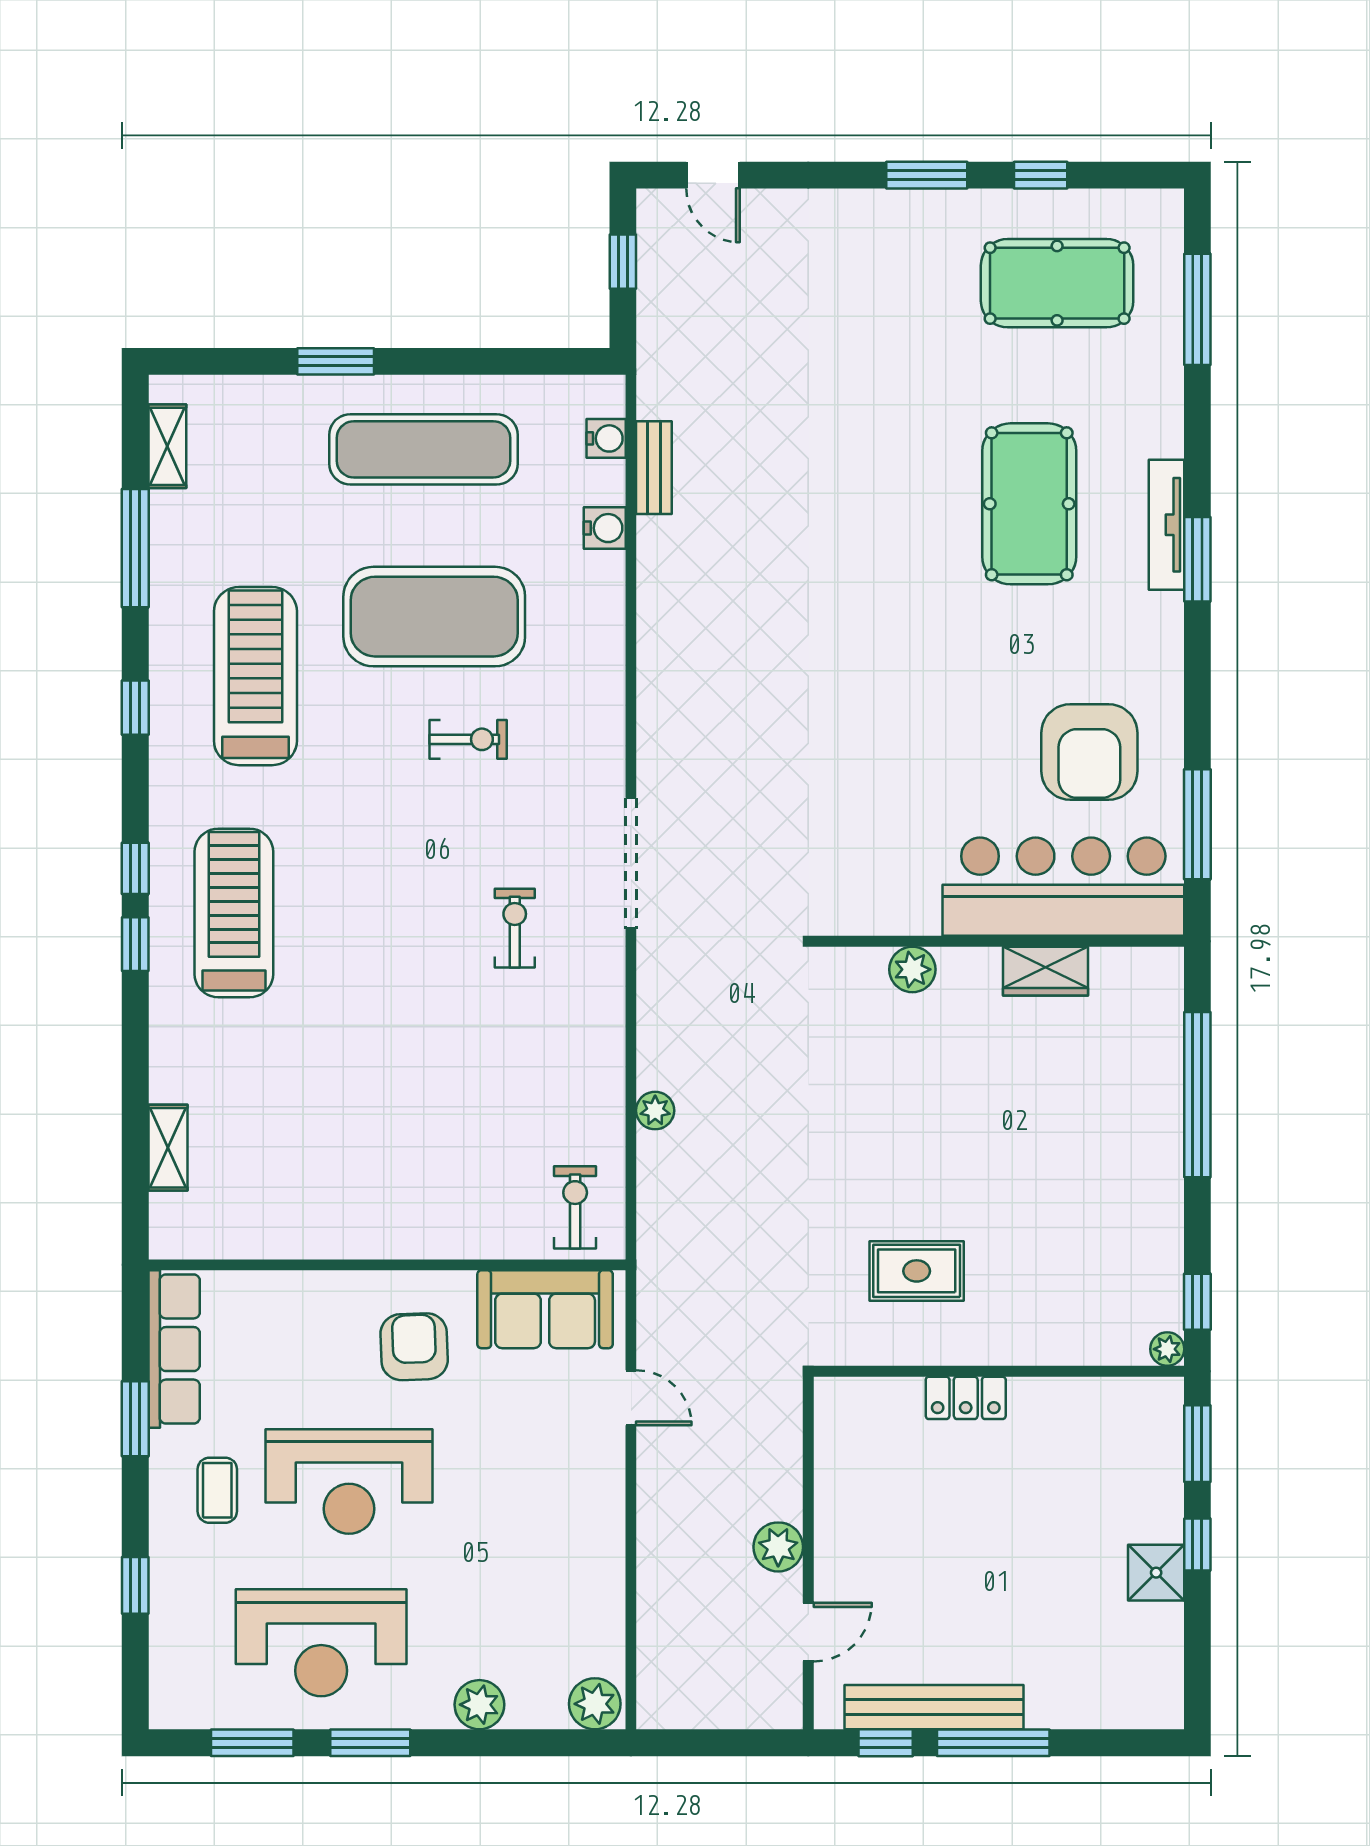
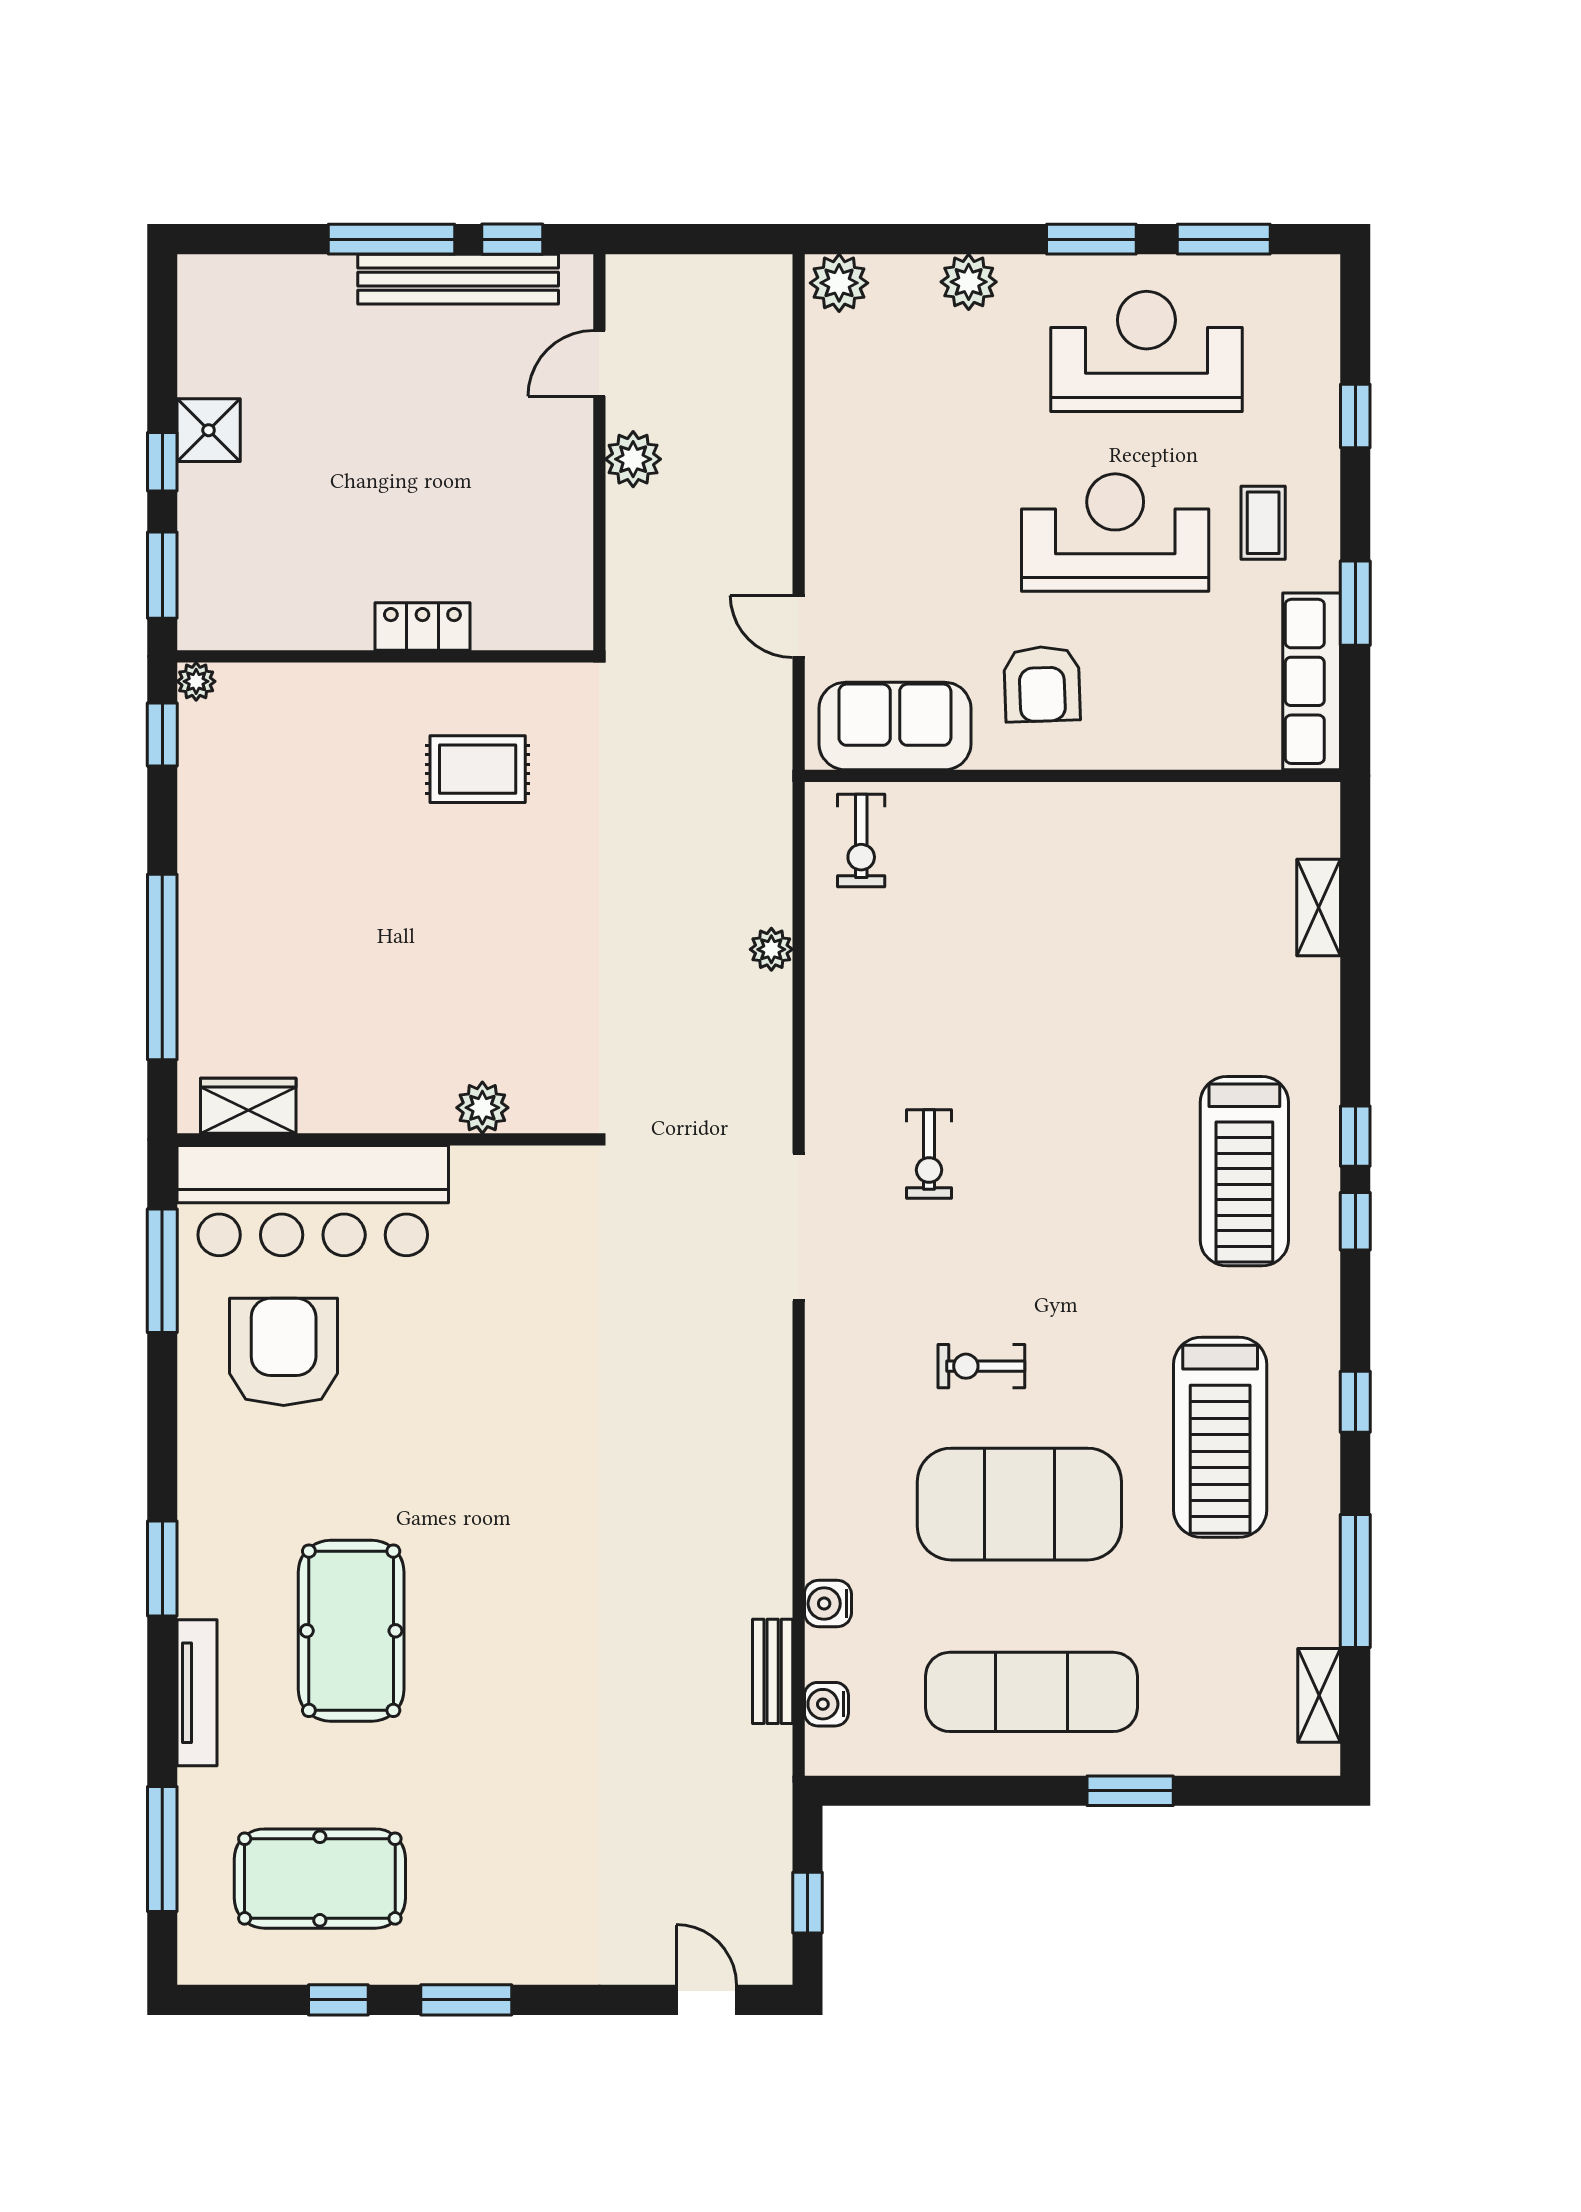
tv unit: (1166, 525) -> (197, 1693), moved
wardrobe: (1045, 971) -> (248, 1106), moved

